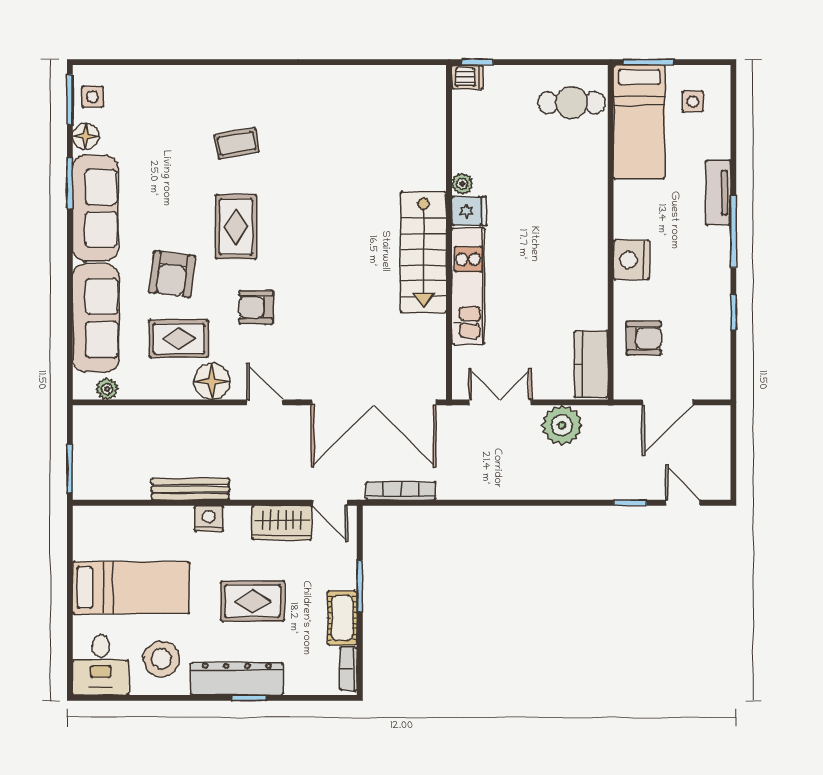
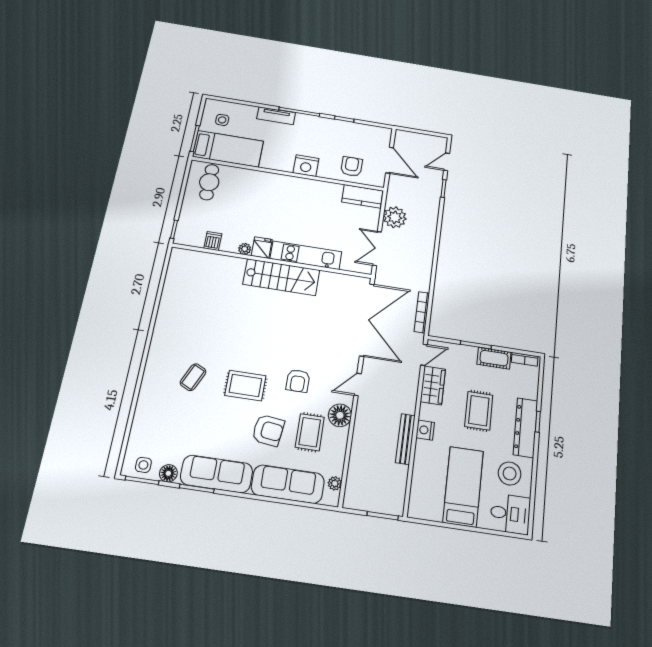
dishwasher: (467, 77) -> (213, 241), moved
coffee table: (237, 143) -> (193, 377), turned 35

